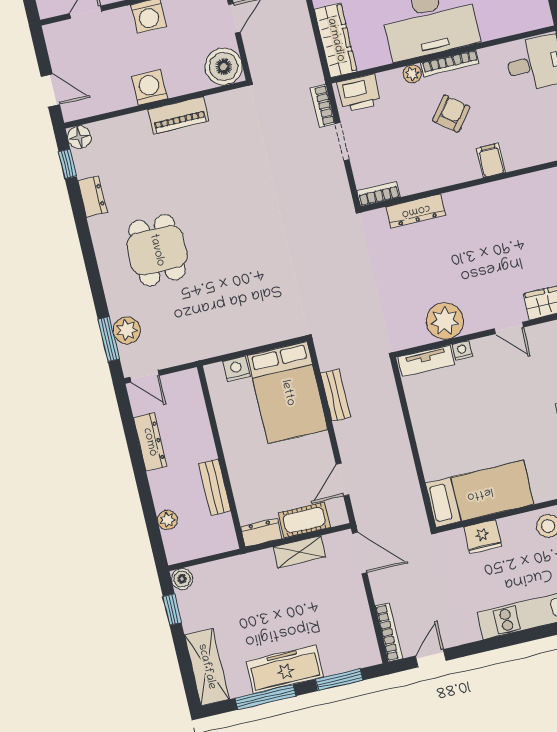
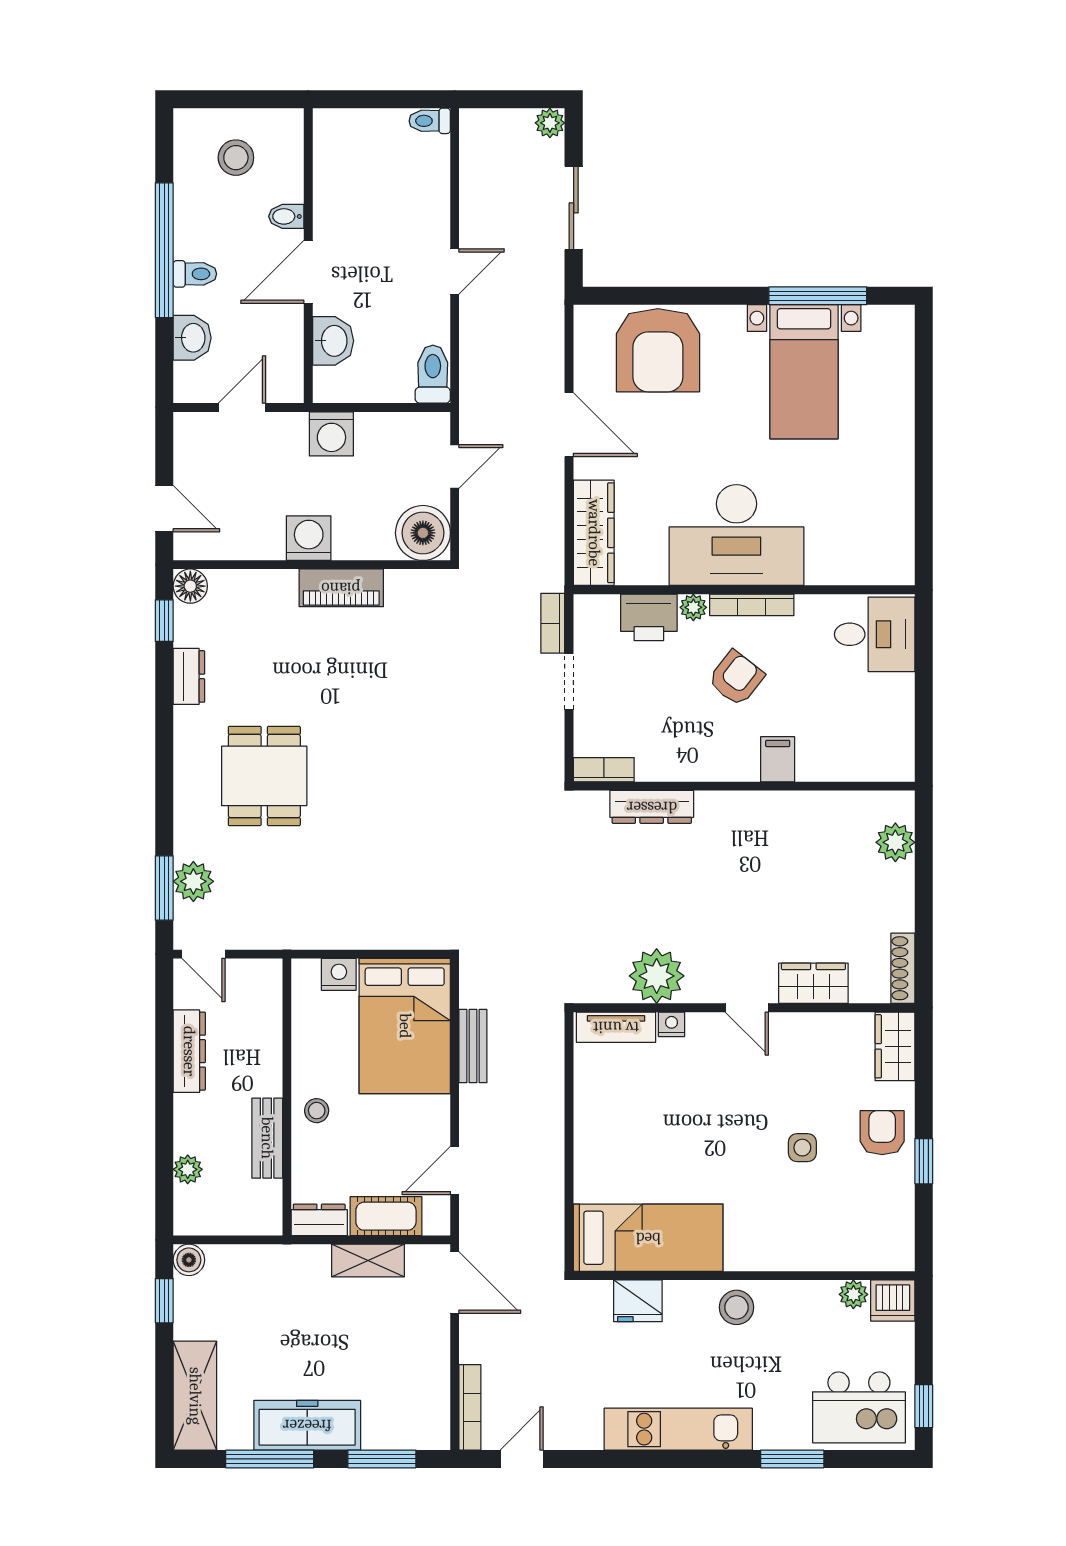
printer: (359, 93) -> (649, 617), moved
stool: (243, 461) -> (317, 1111), added

